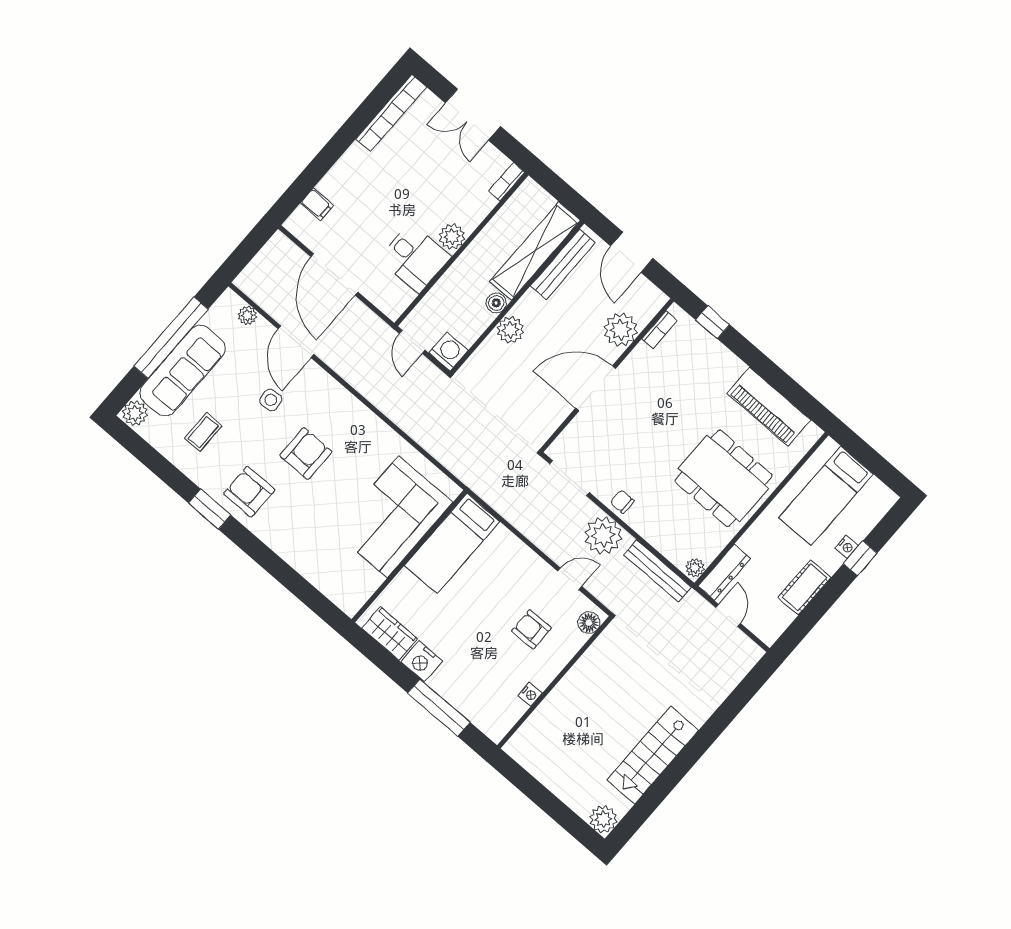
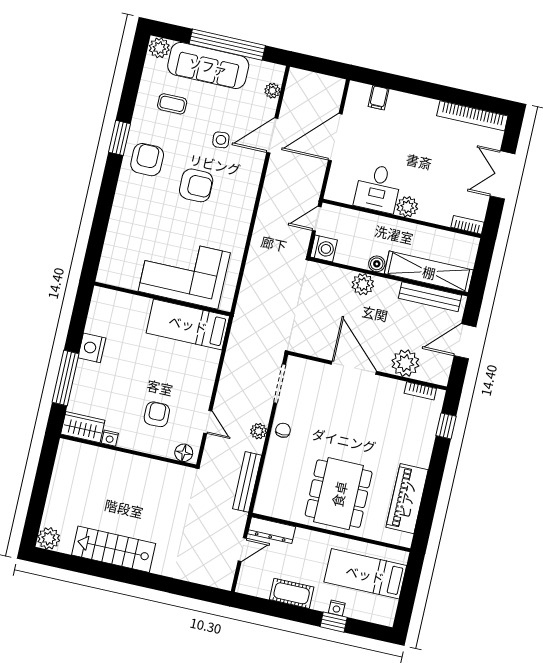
plant: (603, 535) -> (259, 431), width x0.53, depth x0.53
plant: (695, 568) -> (264, 508), removed
wardrobe: (390, 633) -> (83, 427), moved, turned -90

